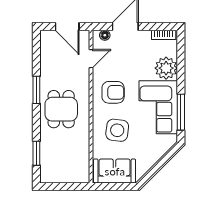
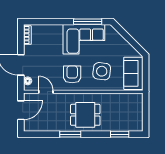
plant: (166, 68) -> (53, 33), removed

